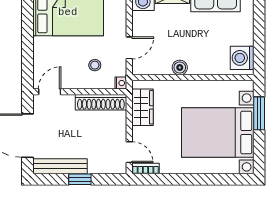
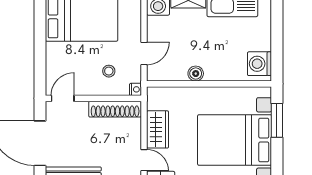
wardrobe: (142, 107) -> (158, 129), moved

